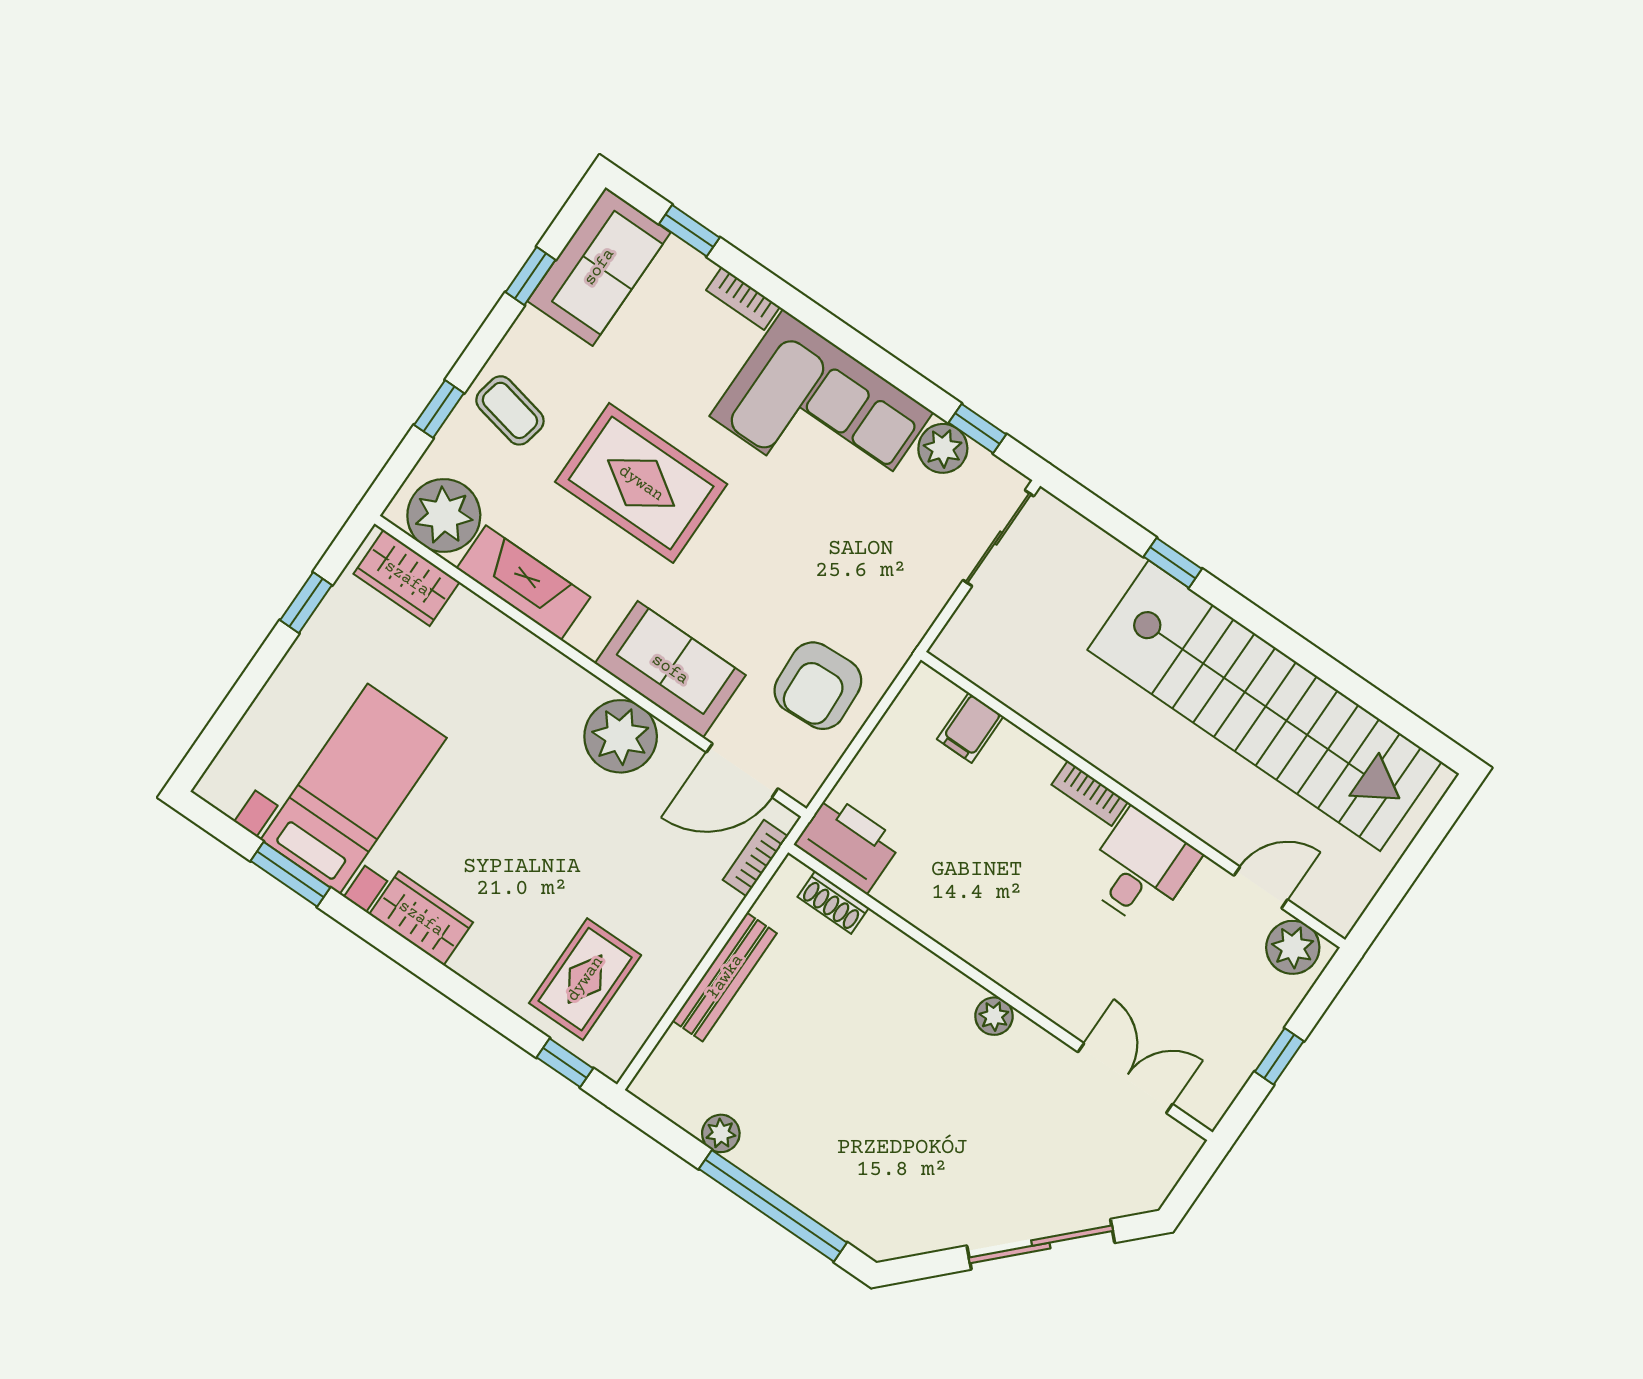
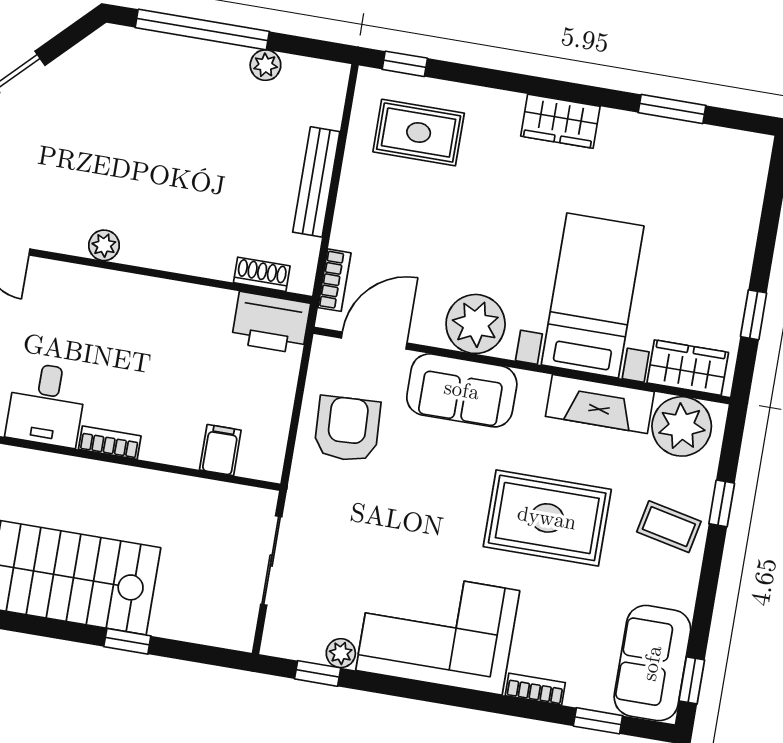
window: (530, 276) -> (692, 680), moved
plant: (943, 448) -> (341, 653), width x0.73, depth x0.73
sliding door: (998, 538) -> (271, 561), moved
bed with nightstands: (354, 789) -> (593, 295), moved, turned 180
rug: (585, 979) -> (419, 133), turned 90

